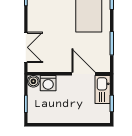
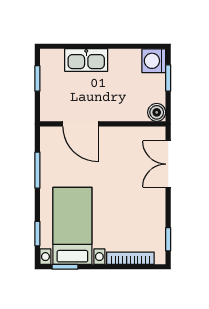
washing machine: (48, 83) -> (154, 61), moved, turned -90
kitchen sink: (103, 90) -> (86, 60), moved, turned 90

